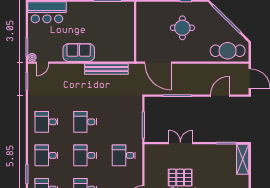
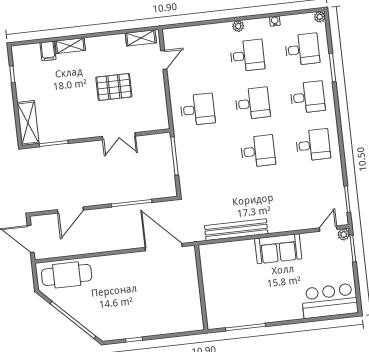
round table: (182, 28) -> (135, 300), removed

